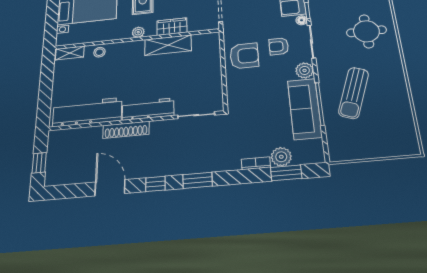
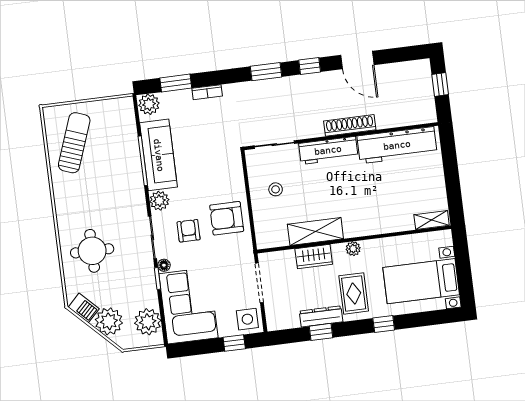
armchair: (279, 46) -> (189, 231), turned -90
stool: (99, 52) -> (276, 189), moved
sun lounger: (354, 93) -> (74, 143), moved
plant: (281, 157) -> (149, 104), moved

